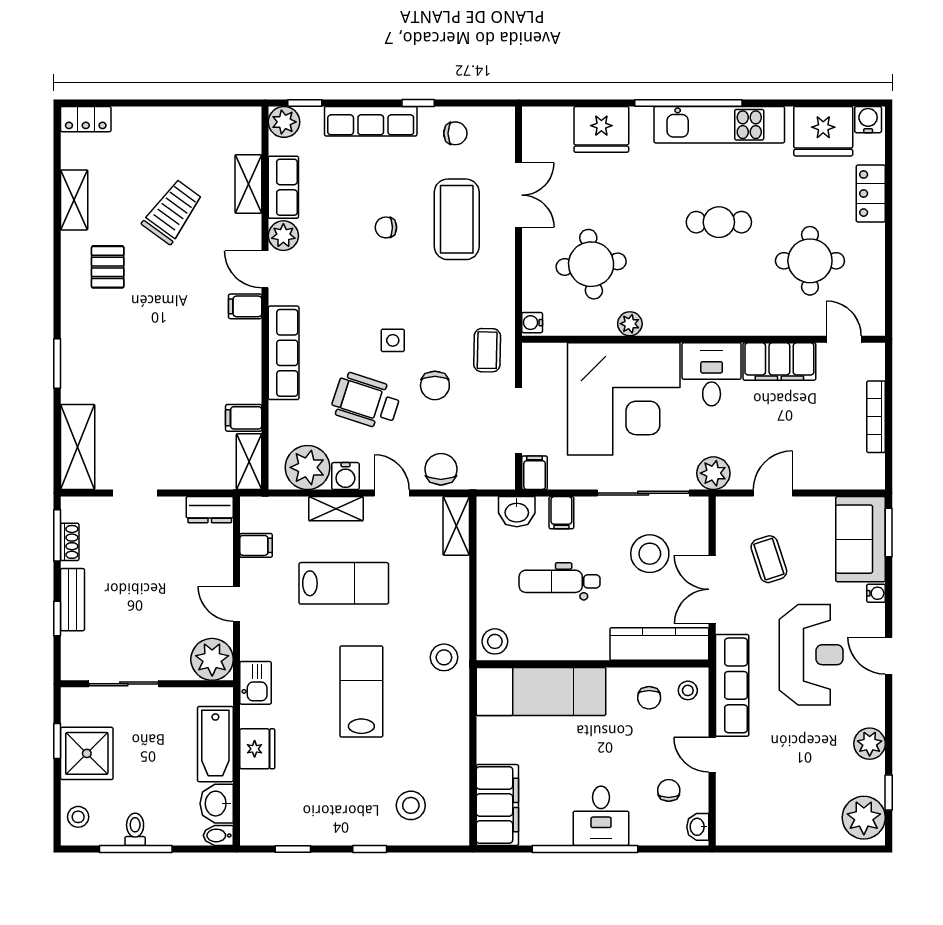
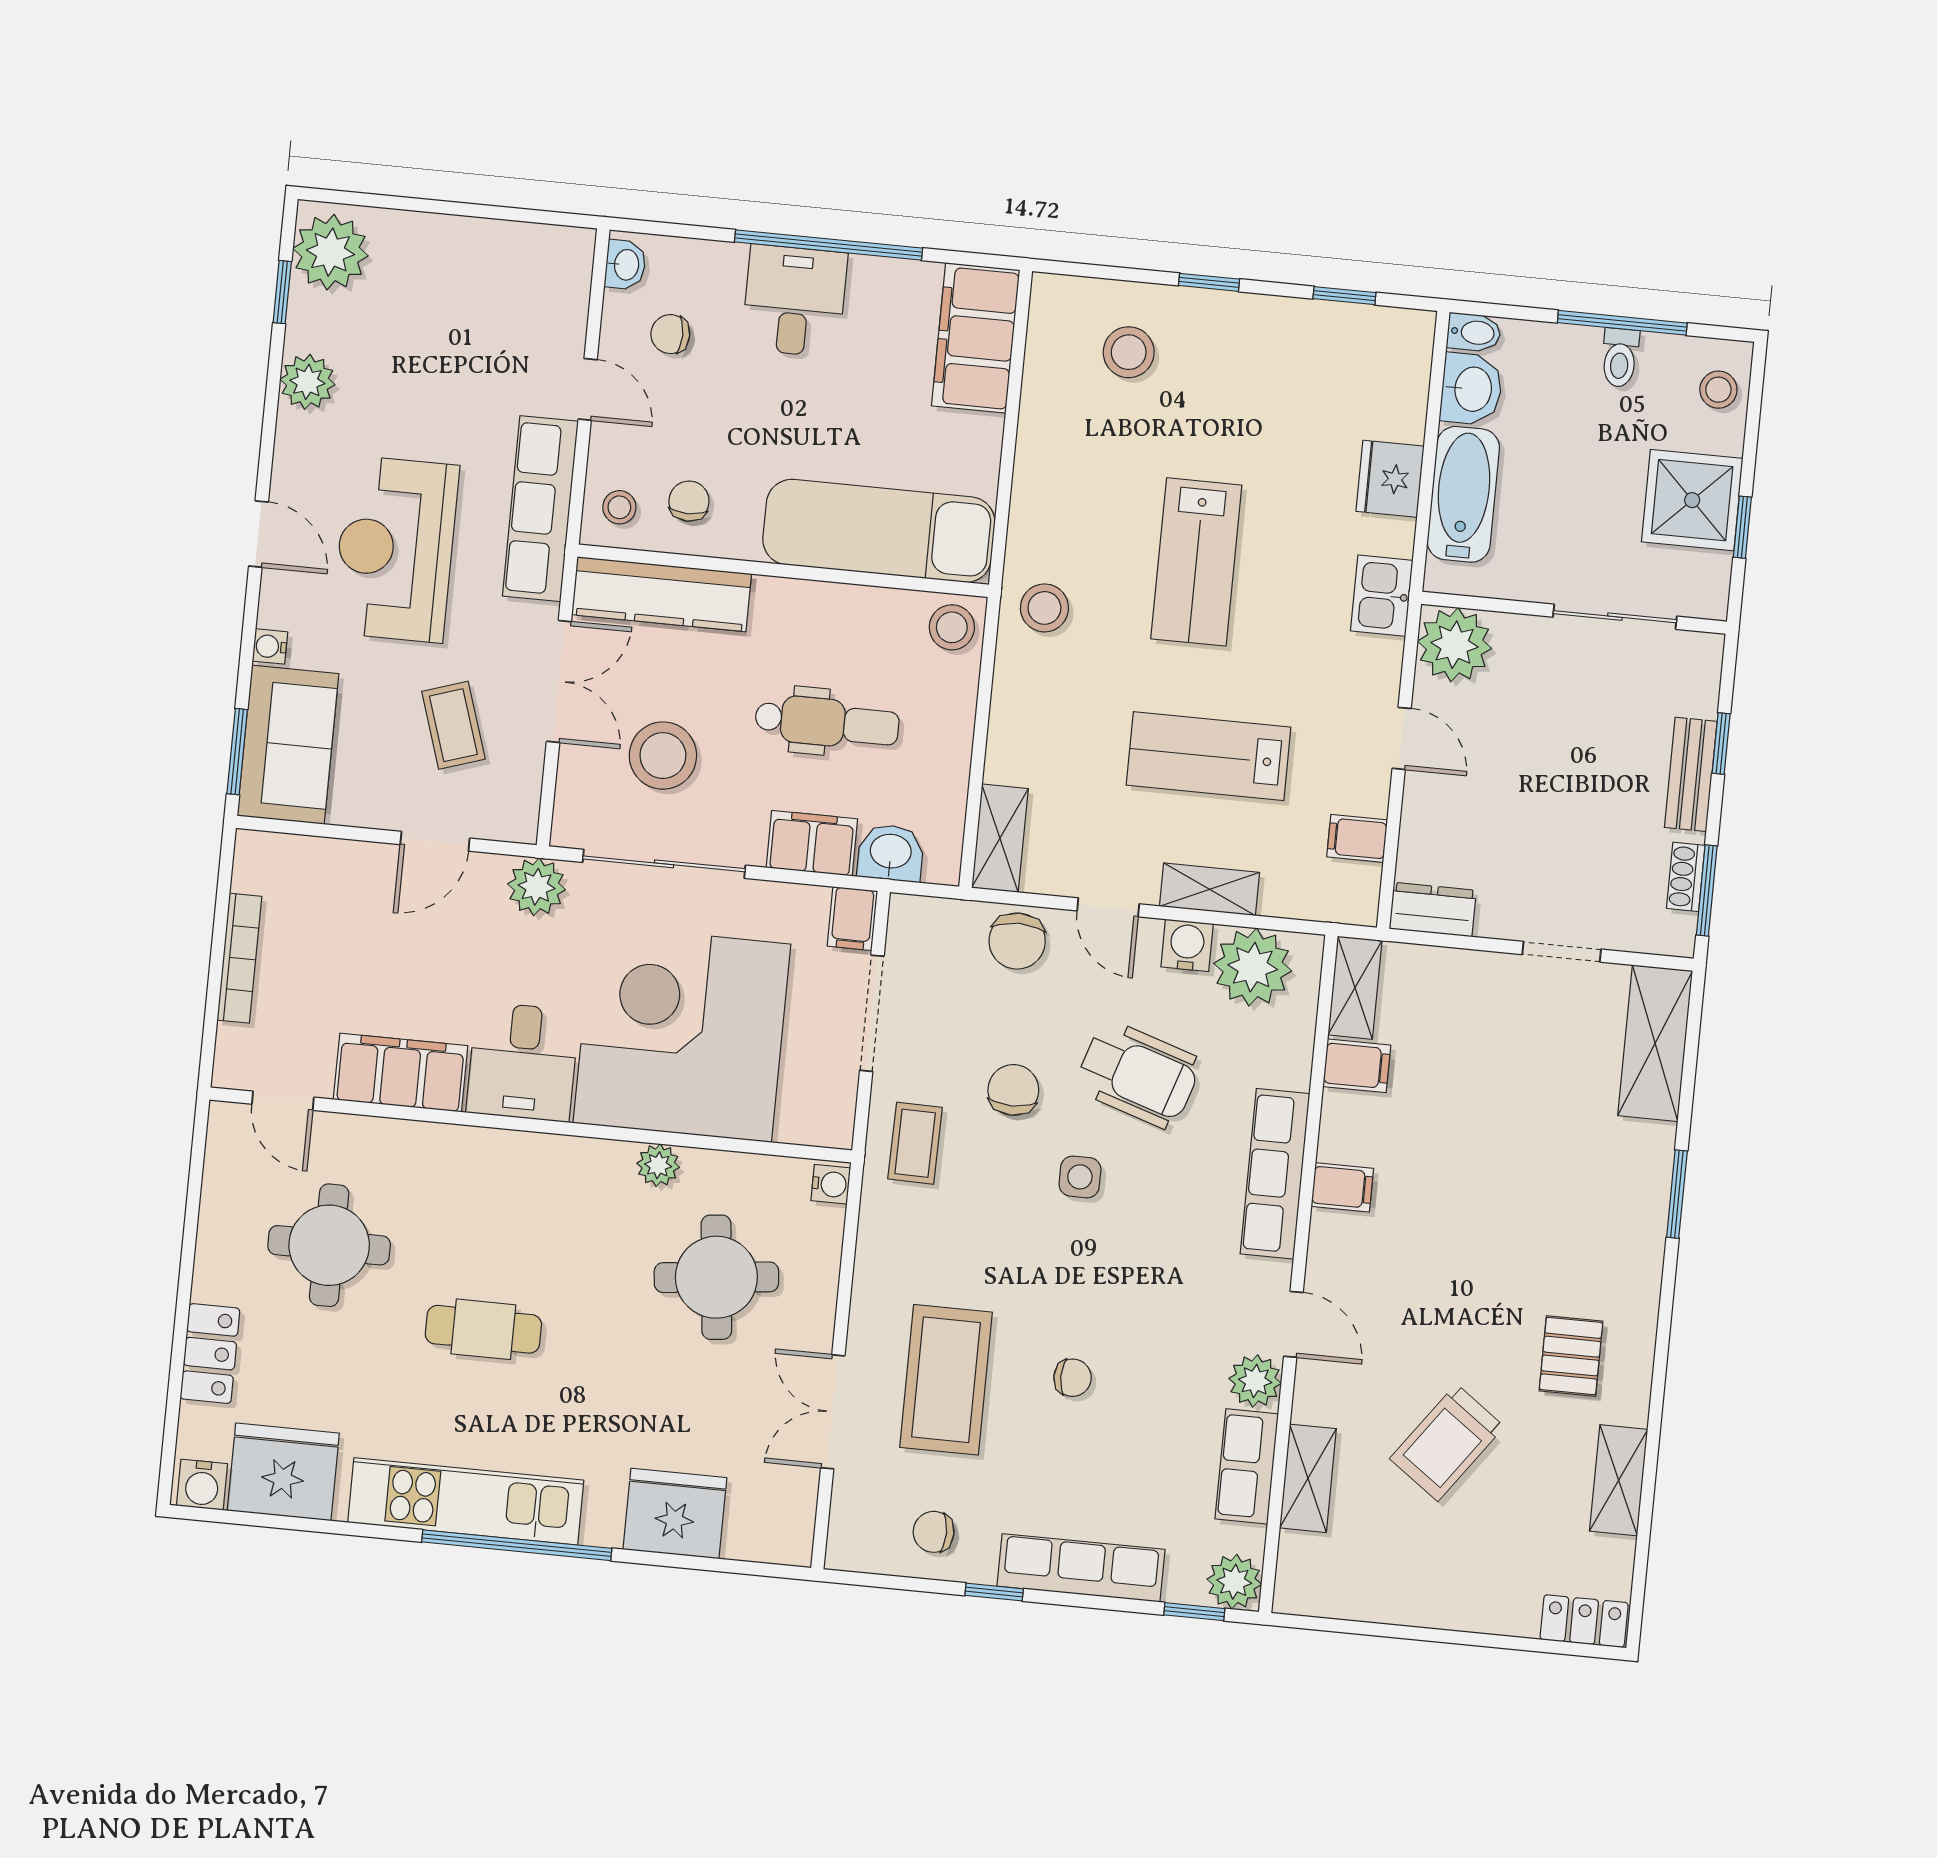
filing cabinet: (245, 306) -> (1342, 1187), moved
filing cabinet: (561, 513) -> (812, 843), width x2.00
chair: (669, 790) -> (670, 334), turned 90

